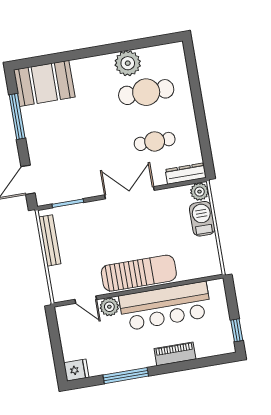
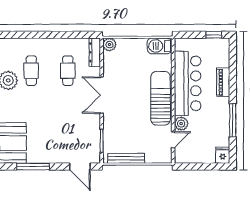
cafe table: (146, 92) -> (31, 71), width x0.73, depth x0.74
barbecue: (202, 219) -> (160, 46), moved

